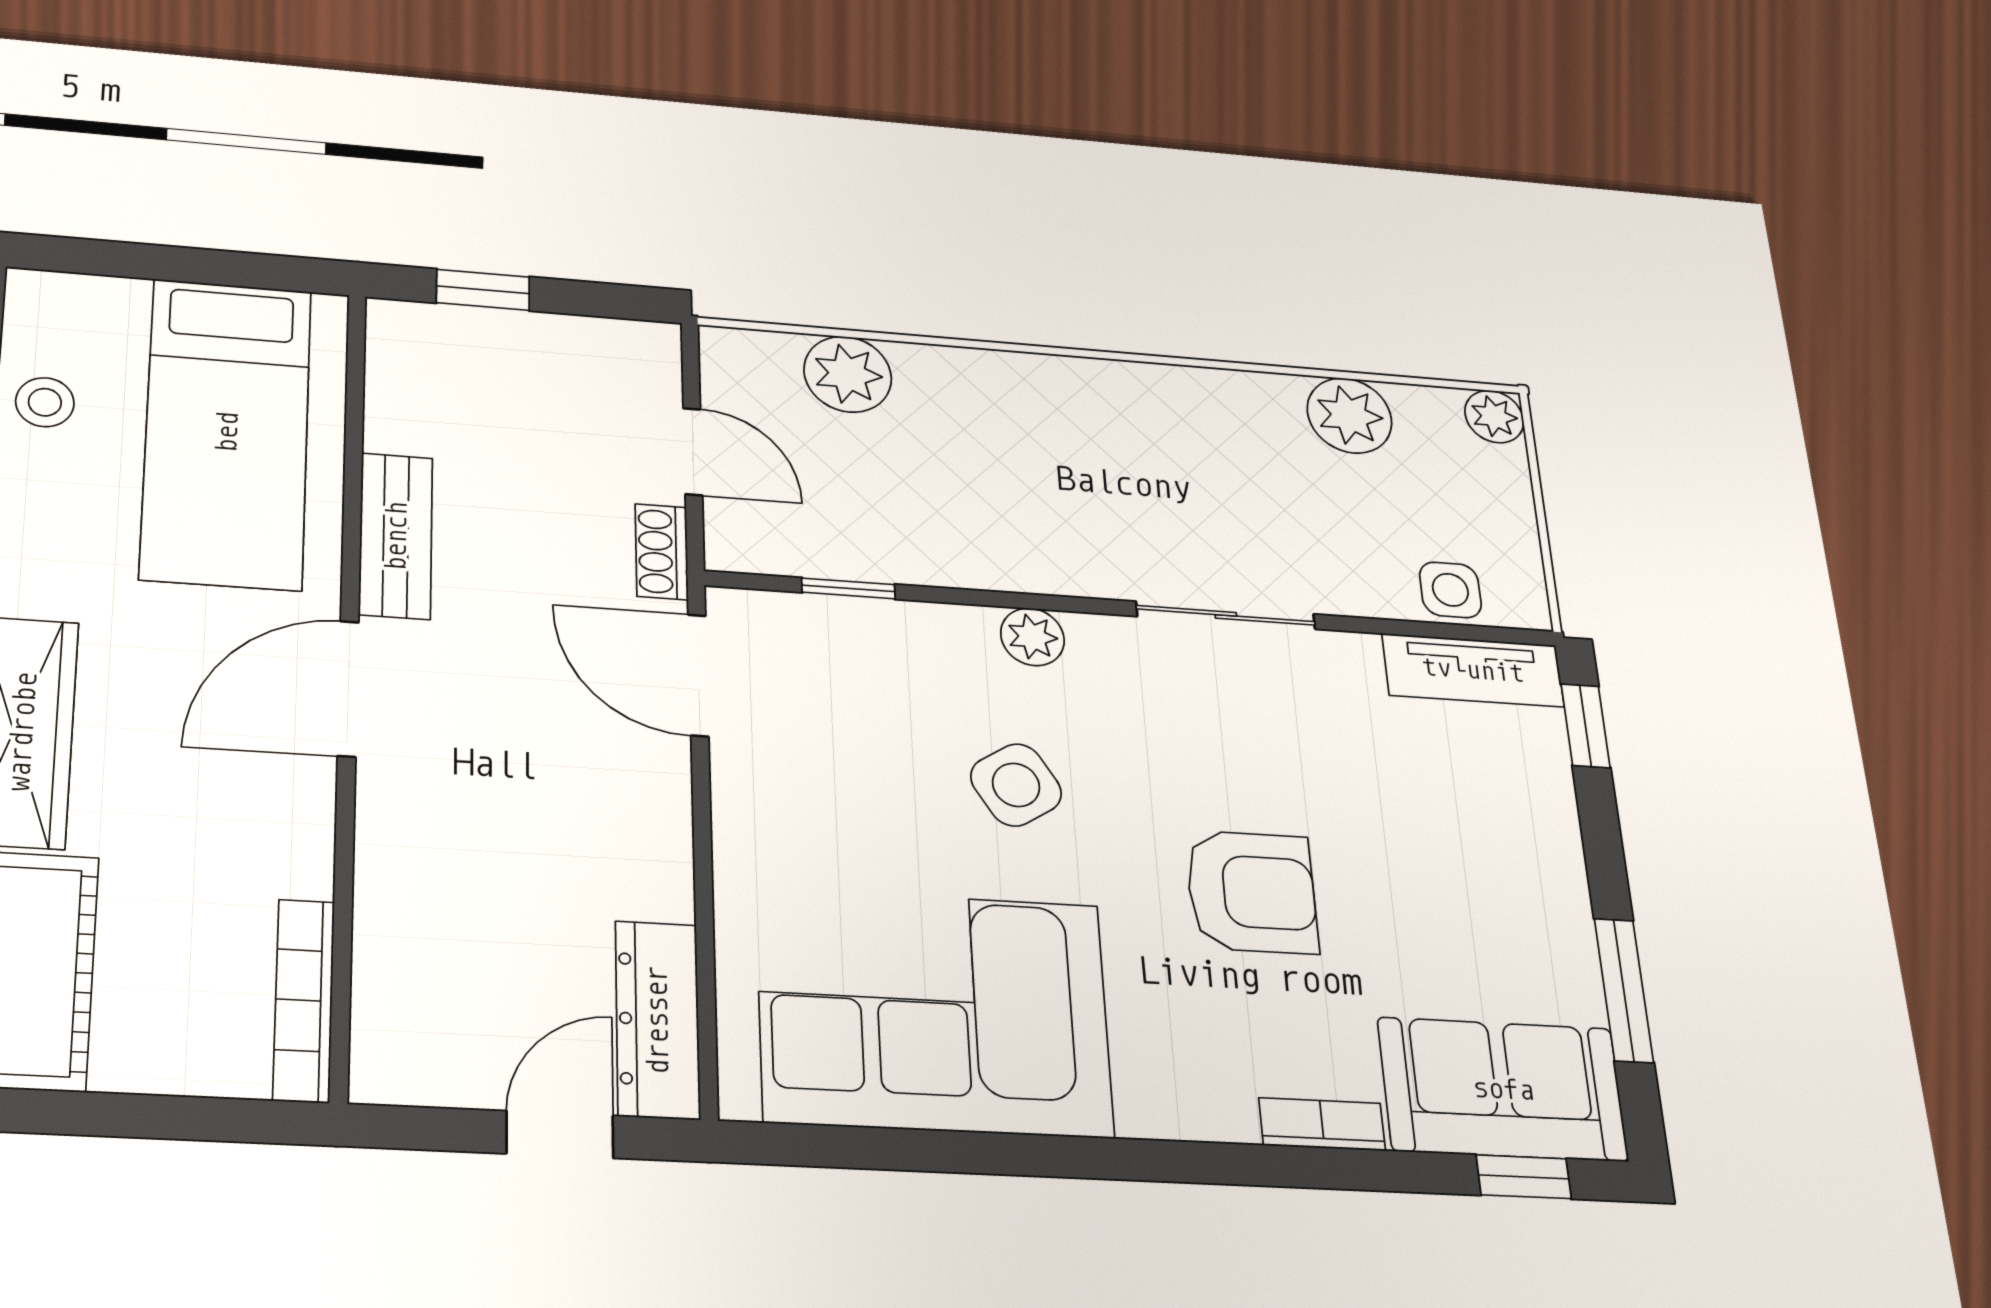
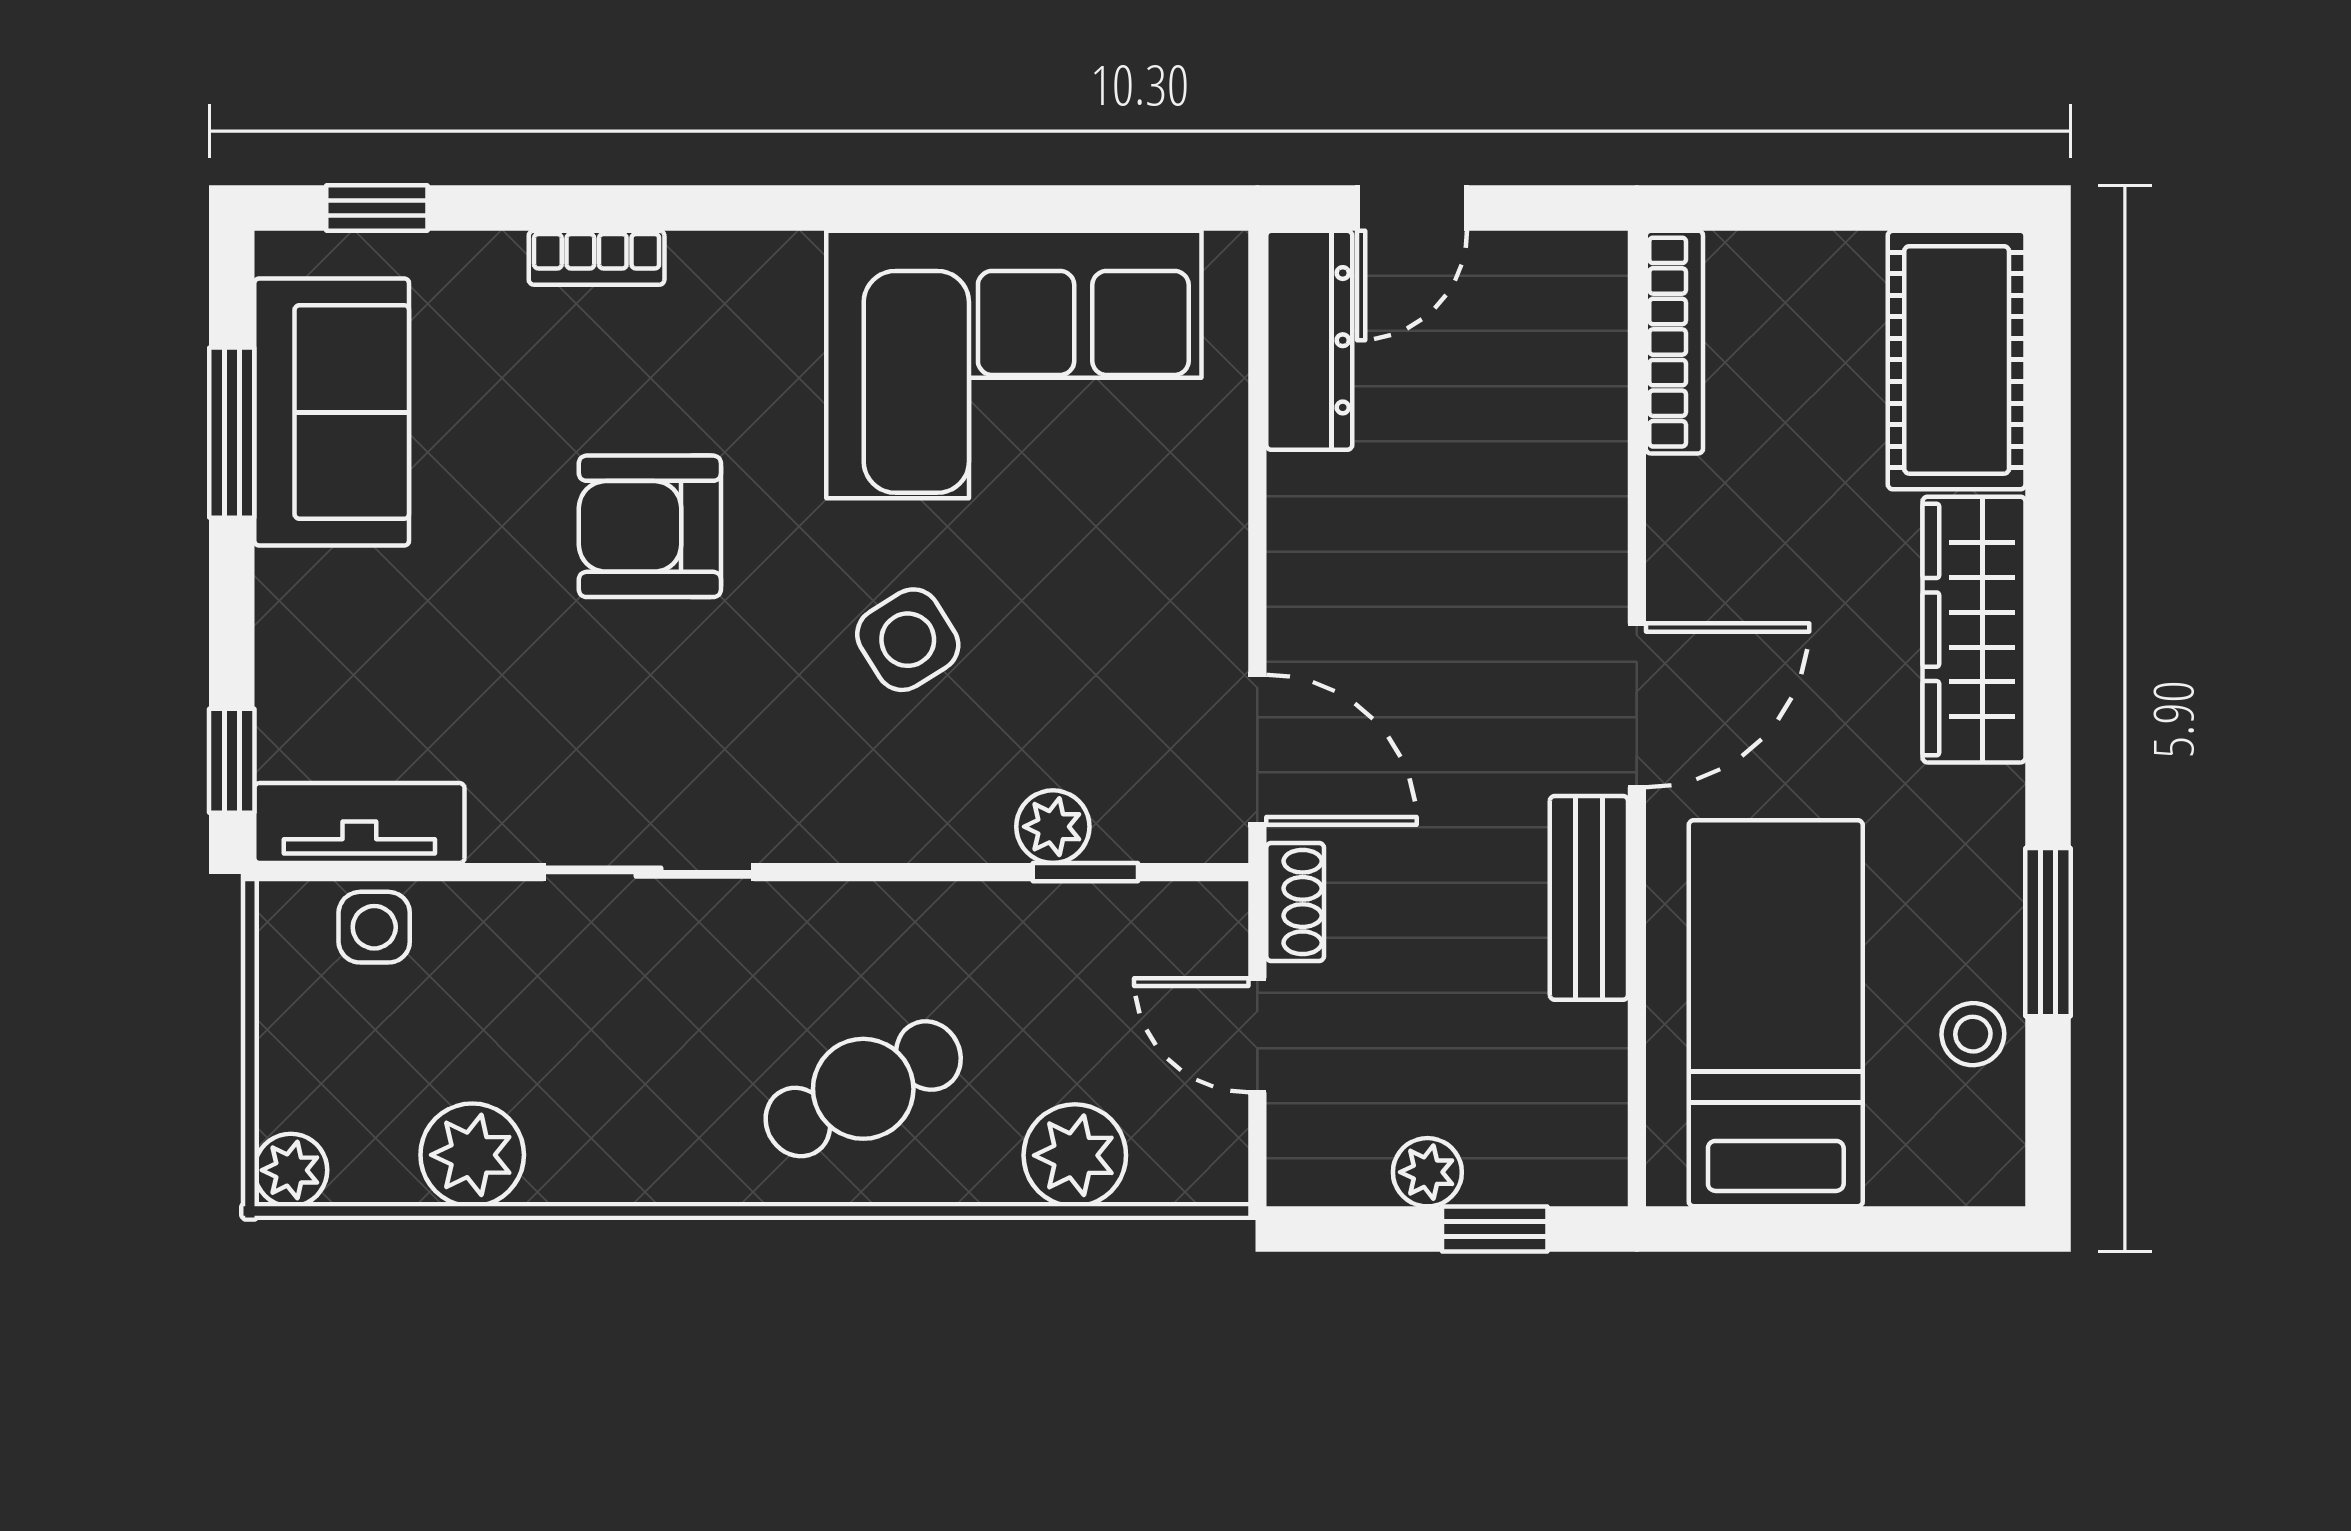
plant: (542, 337) -> (1427, 1172), added
cafe table: (1030, 438) -> (863, 1089), added
plant: (1032, 637) -> (1053, 827), moved
sofa: (1503, 1089) -> (332, 412), moved, turned -90

